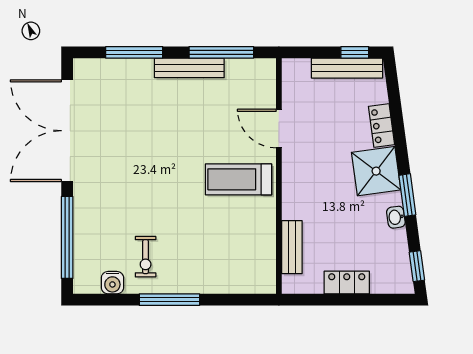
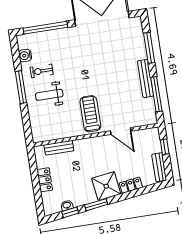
window: (355, 52) -> (165, 147), moved
bench: (347, 68) -> (159, 167), width x0.73
door: (279, 129) -> (121, 131), swing flipped
washbasin: (396, 217) -> (67, 205), moved
weight bench: (192, 250) -> (49, 95), added
window: (417, 266) -> (70, 212), moved

